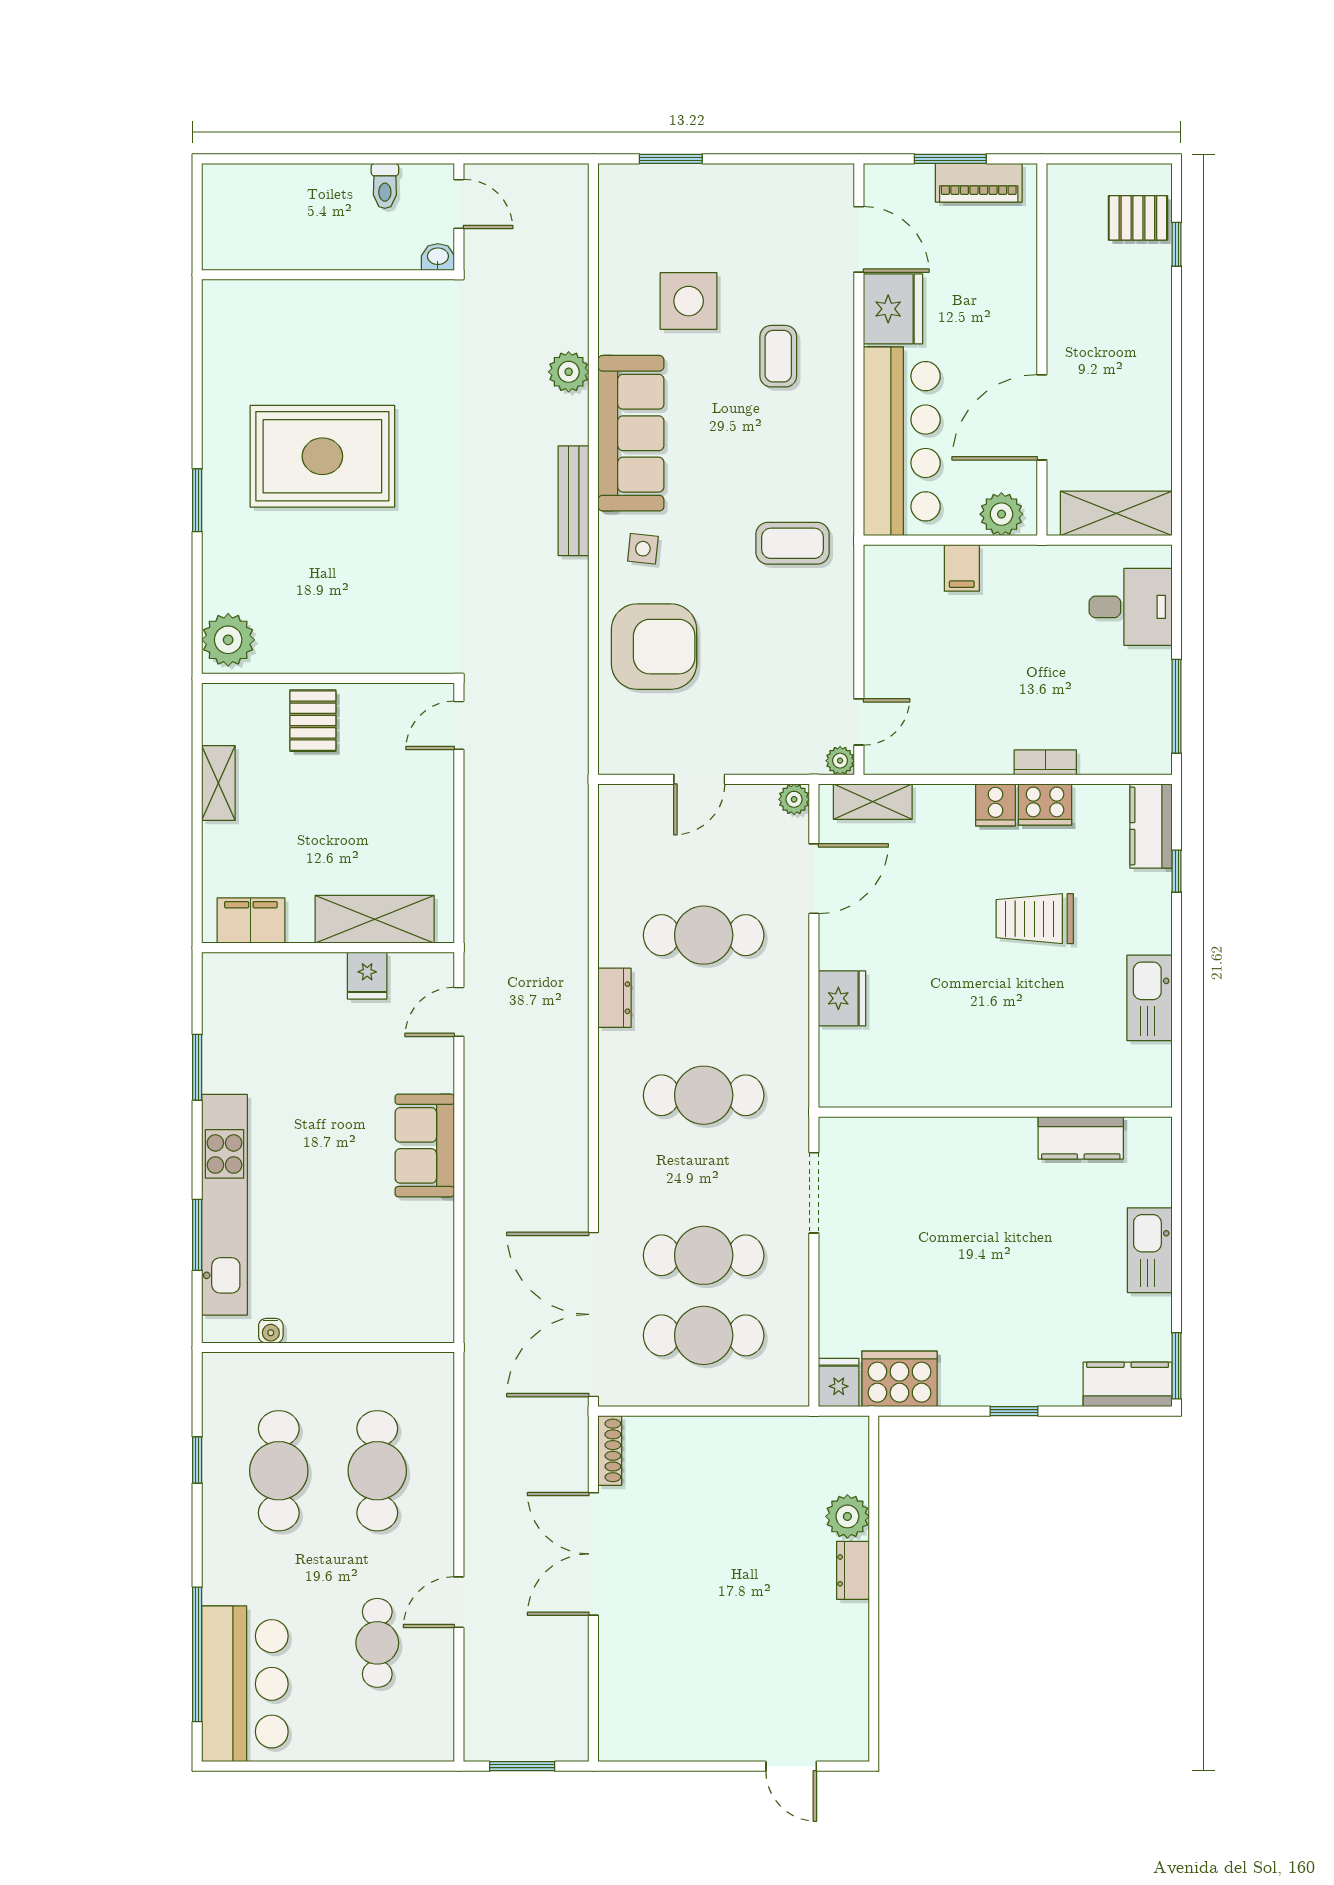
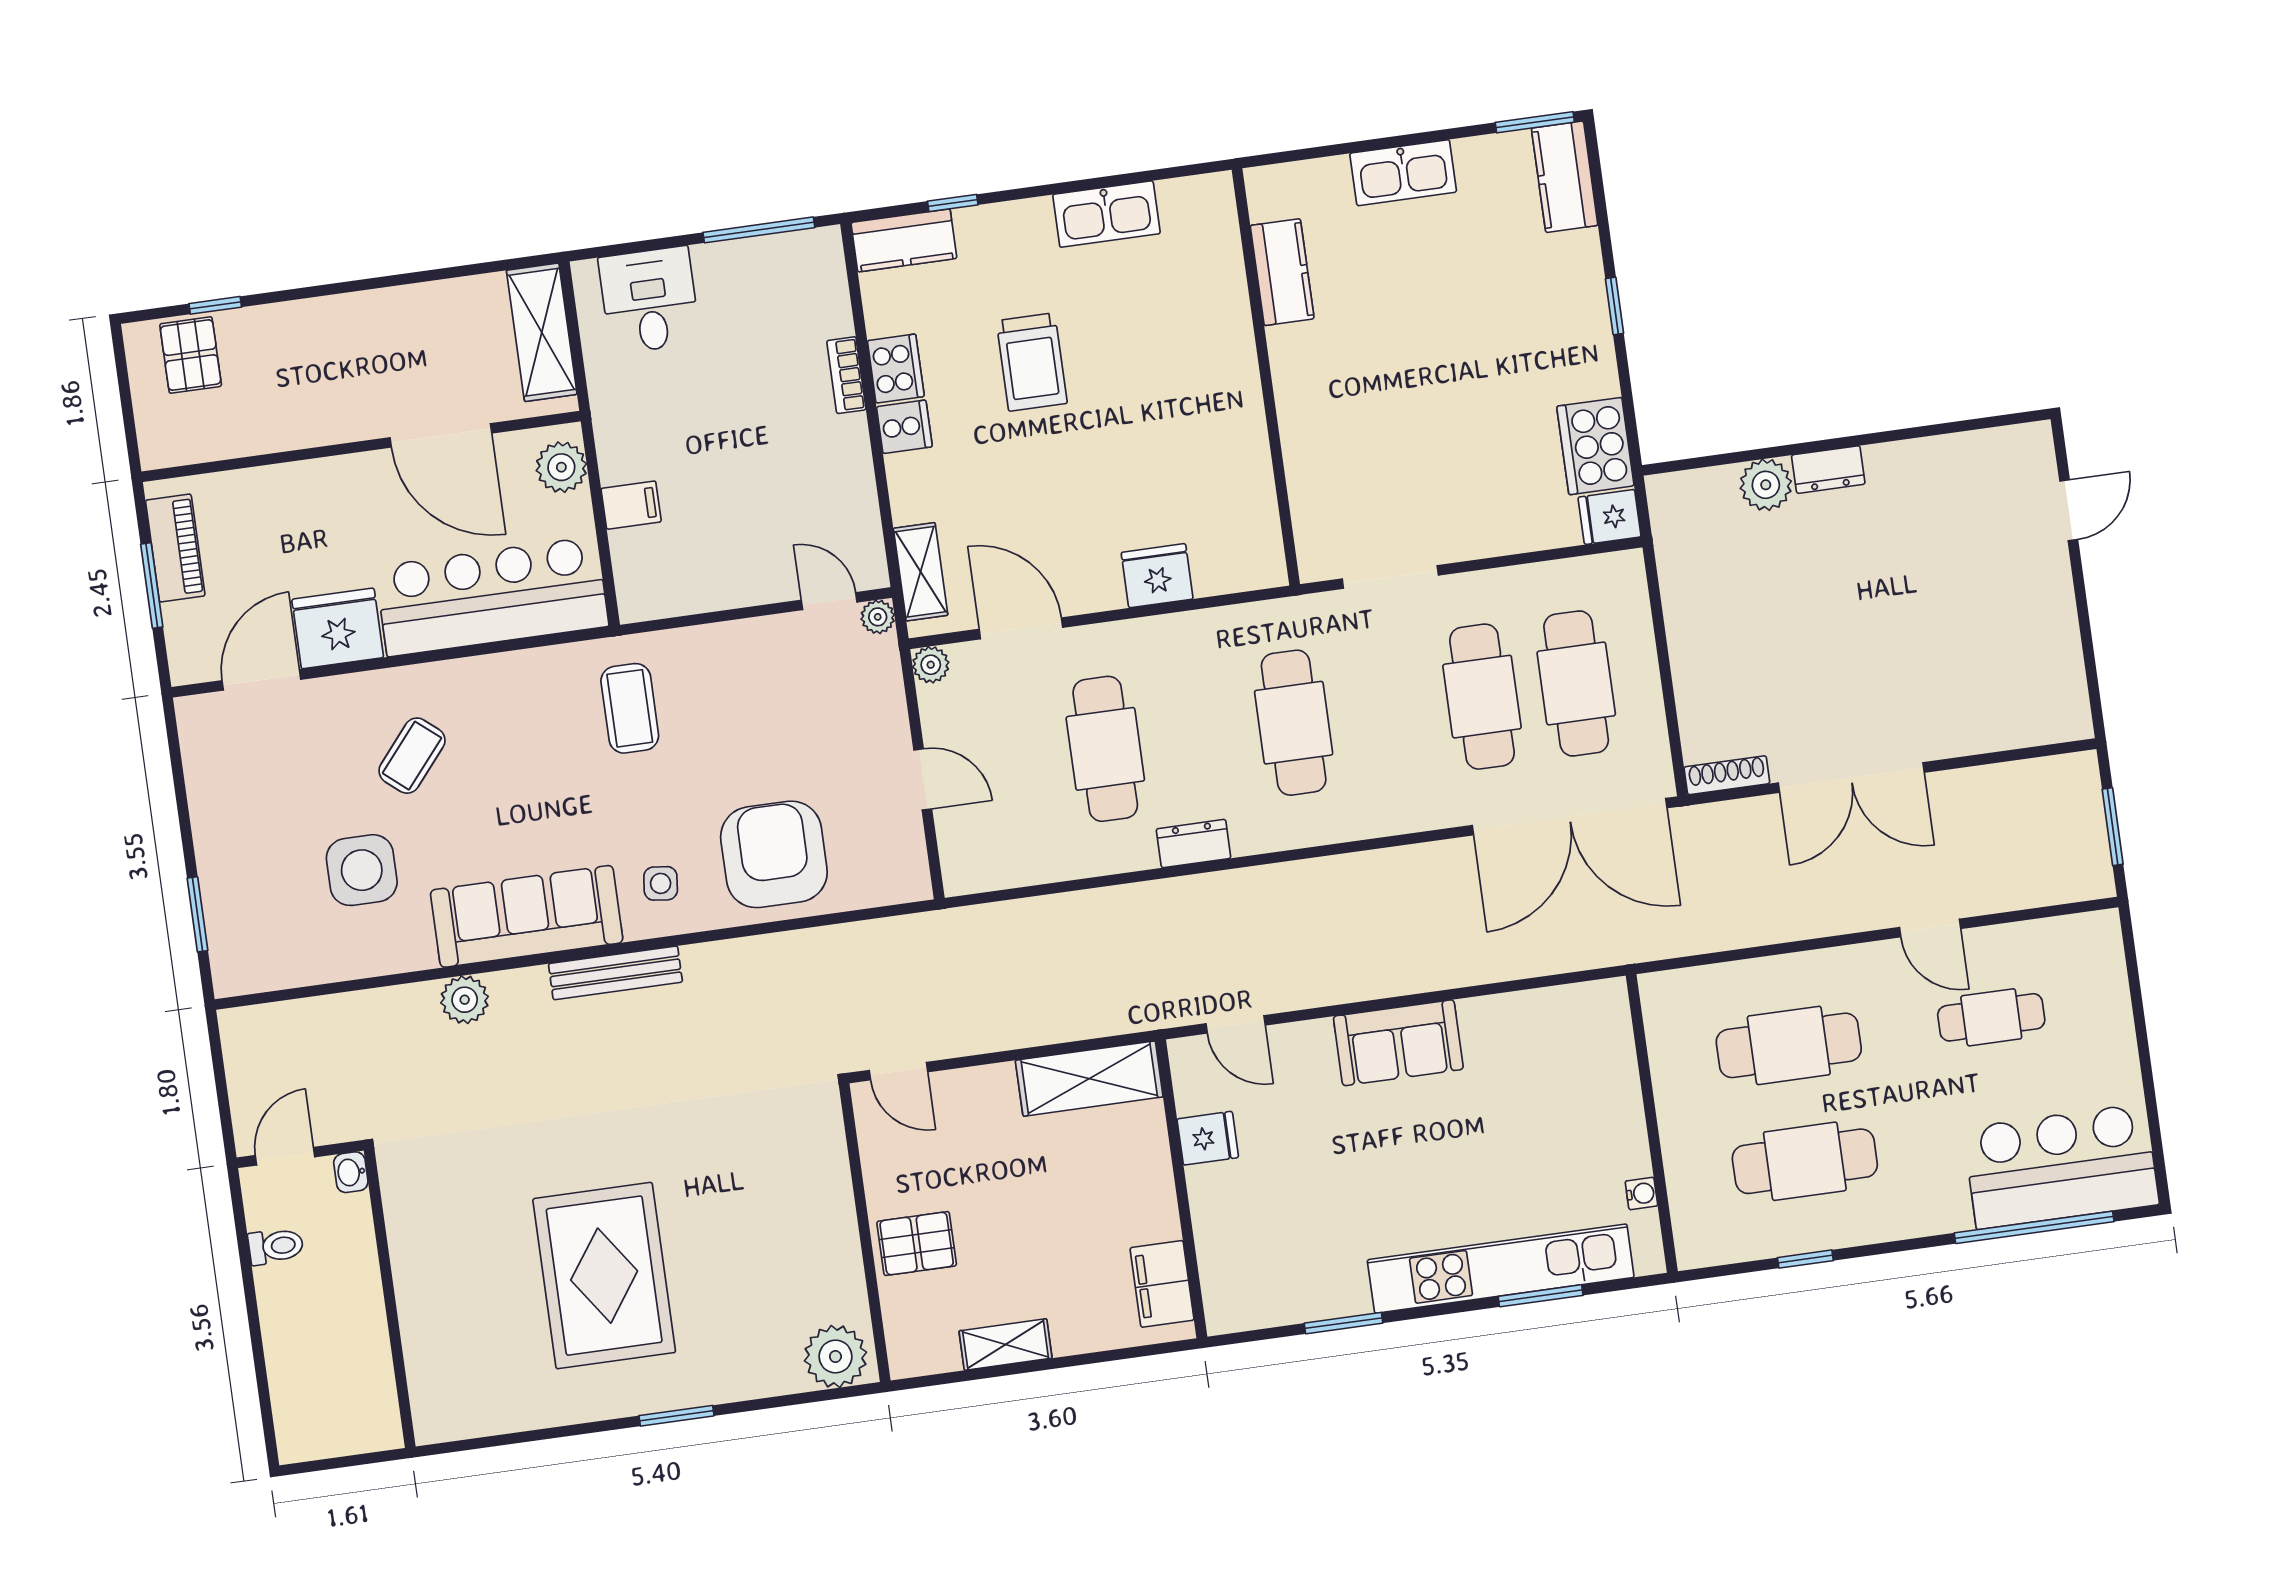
coffee table: (778, 356) -> (412, 756), turned -50
shelving: (375, 919) -> (1089, 1079), moved, turned 90

